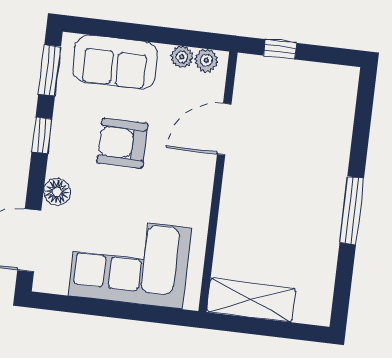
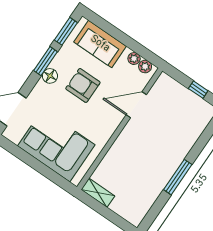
window: (280, 49) -> (198, 90), moved
window: (42, 135) -> (46, 61), width x1.50
floor lamp: (57, 192) -> (50, 76), moved
shelving: (251, 300) -> (98, 193), width x0.67, depth x0.75

